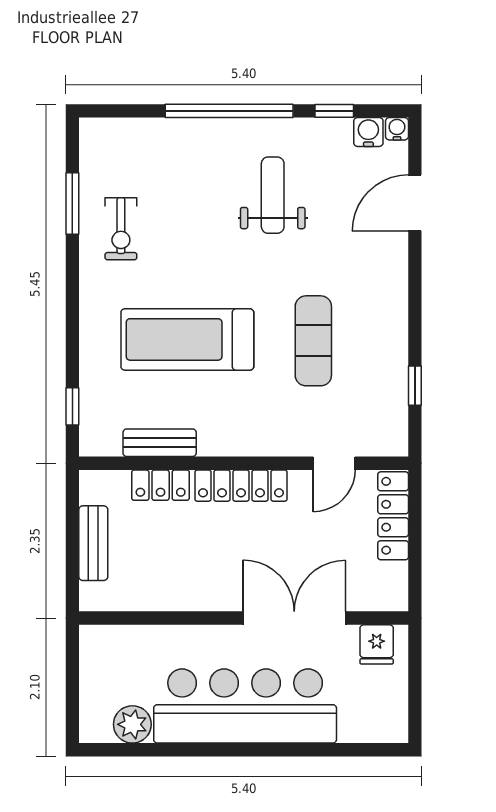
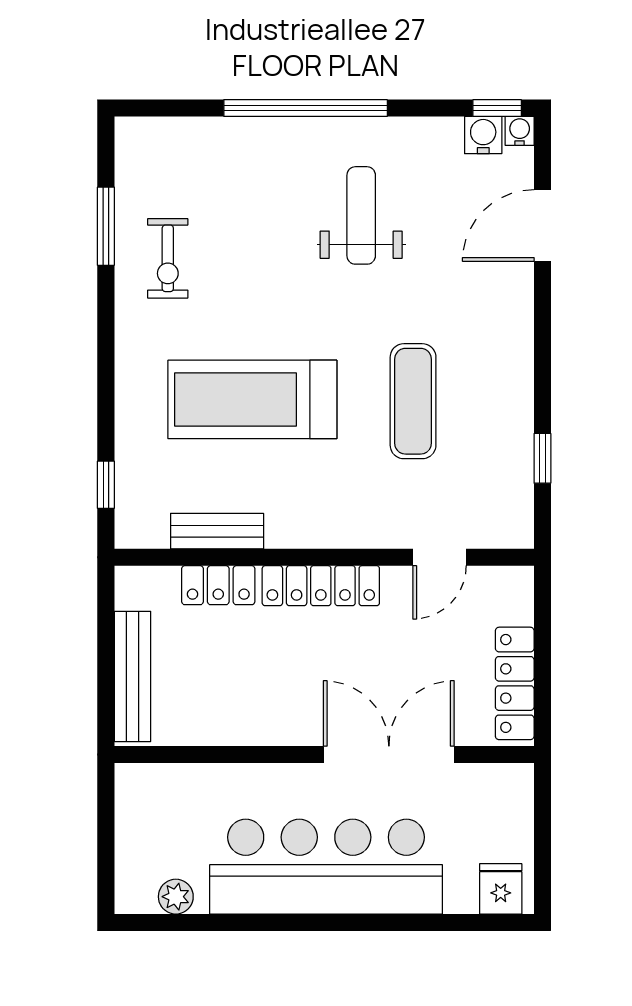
window: (334, 111) -> (497, 108), moved
locker: (393, 516) -> (515, 683), moved
bench: (93, 543) -> (133, 676), width x1.36
fridge: (377, 644) -> (501, 889), moved, turned 180
plant: (132, 724) -> (176, 897), width x0.73, depth x0.73

